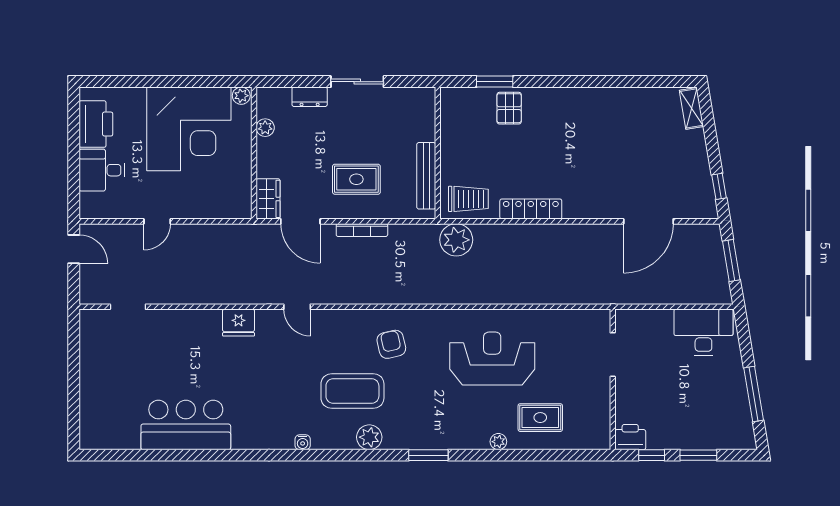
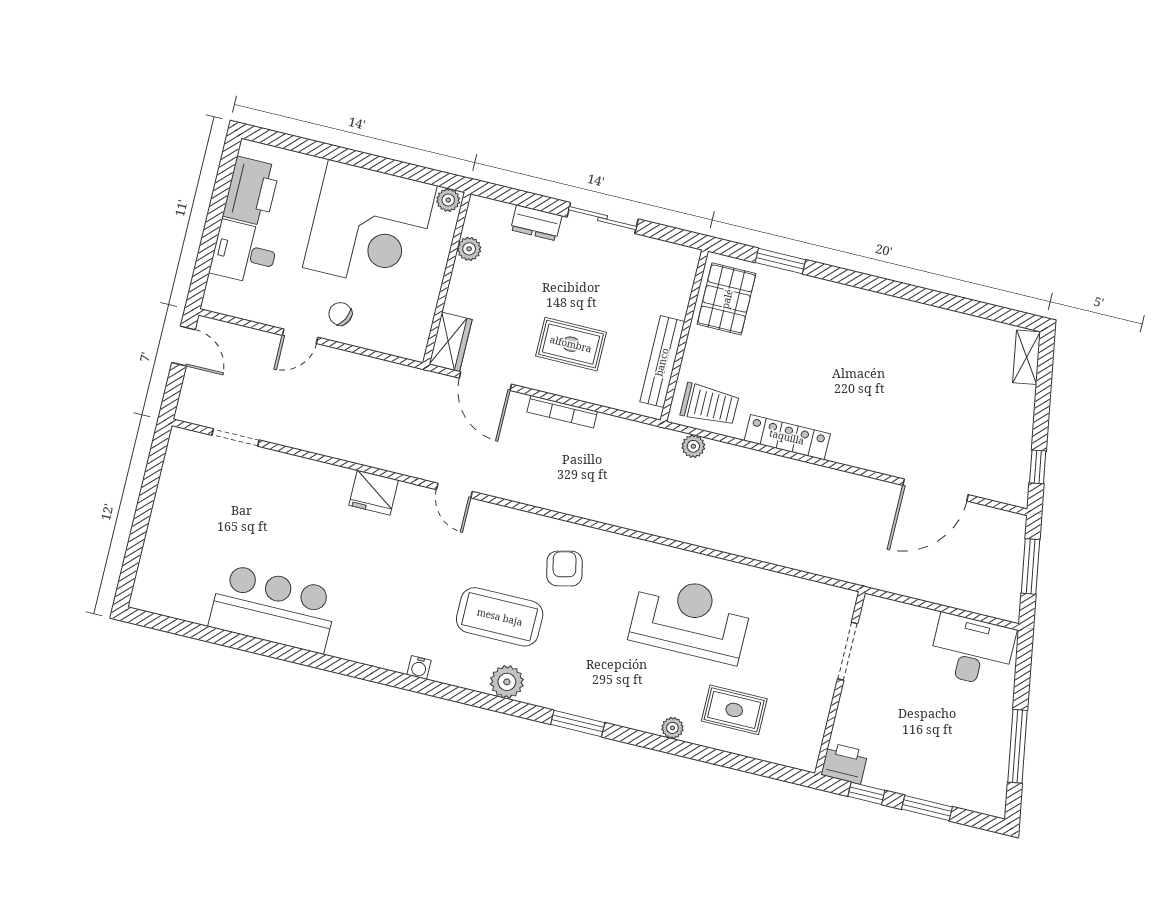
pallet: (509, 108) -> (727, 299), moved, width x1.50, depth x1.42
chair: (183, 198) -> (340, 314), added
plant: (456, 240) -> (693, 446), width x0.53, depth x0.53

